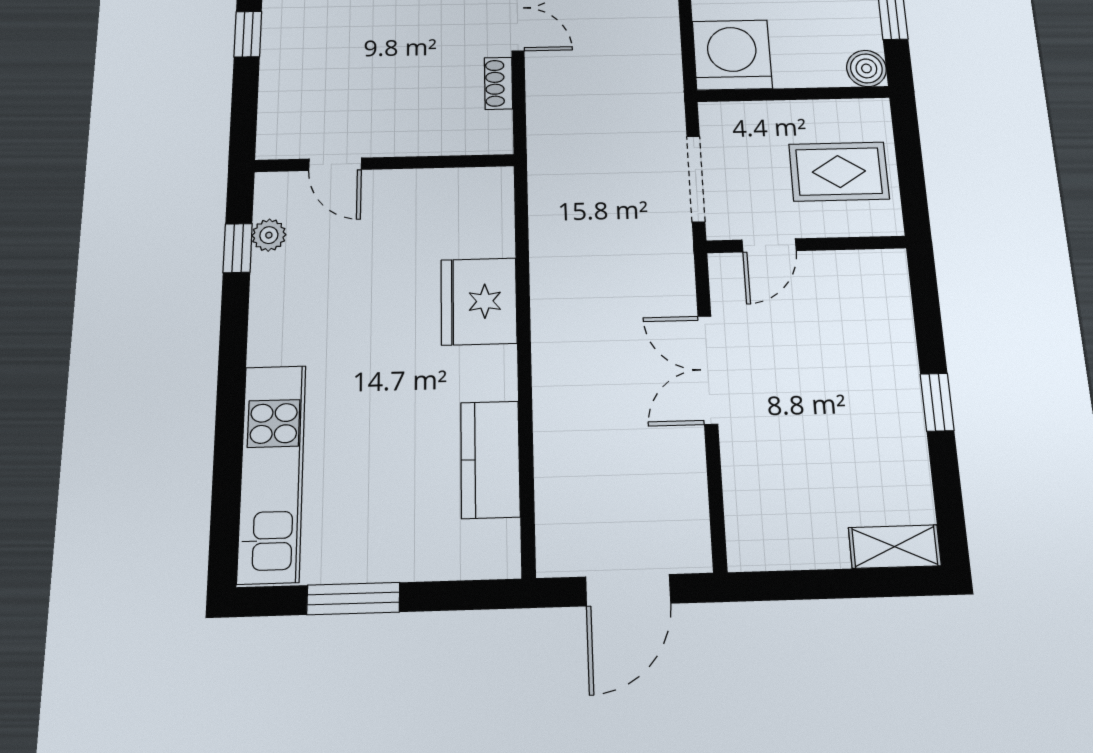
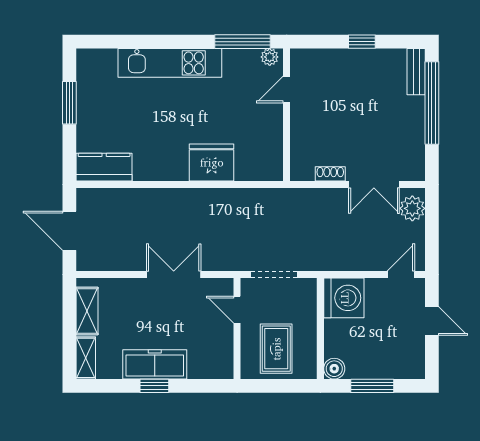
plant: (269, 235) -> (270, 57), moved
window: (238, 248) -> (243, 42), width x2.17
freezer: (893, 403) -> (155, 364), added
kitchen counter: (490, 459) -> (104, 167), moved
kitchen unit: (272, 473) -> (170, 63), moved
shelving: (796, 547) -> (87, 311), added

